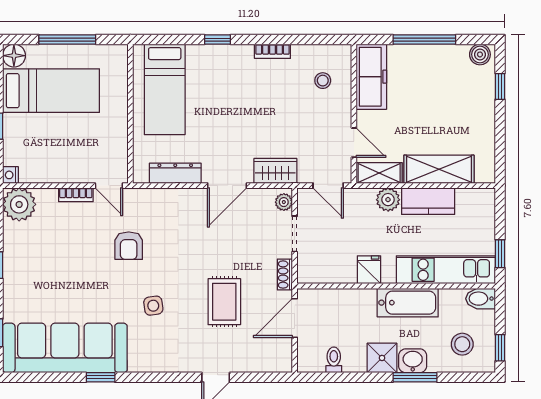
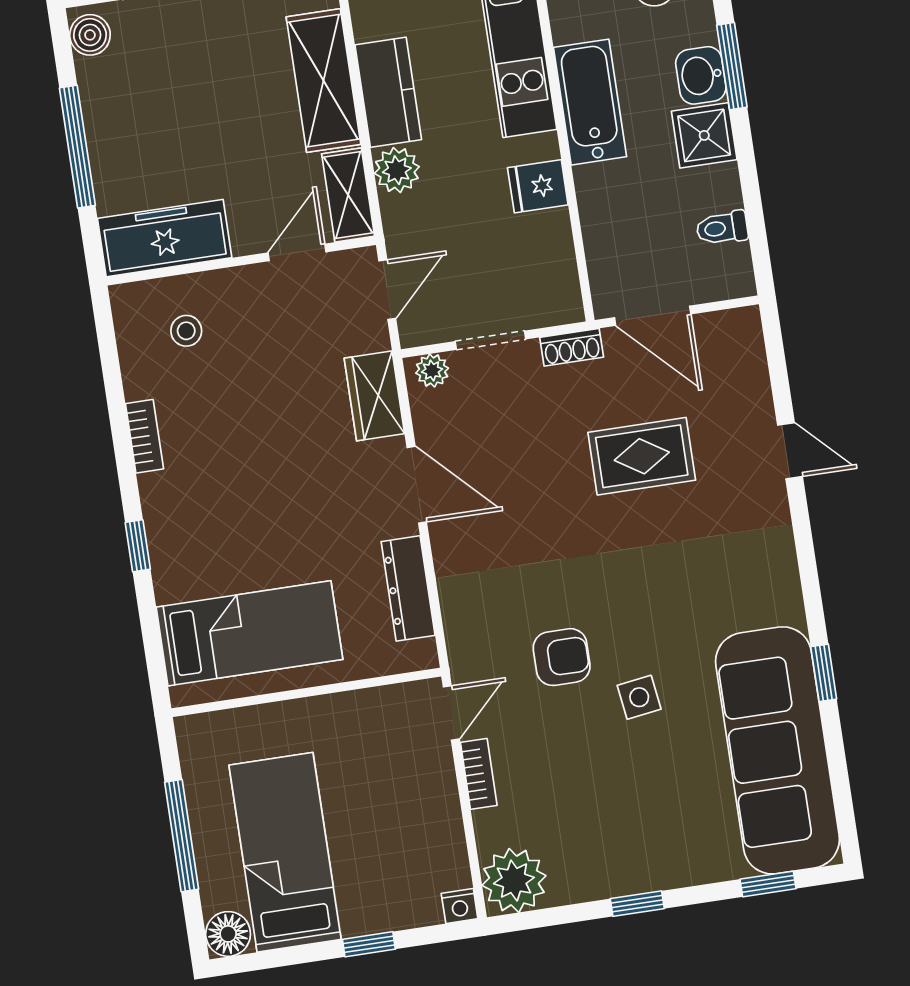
side table: (153, 306) -> (639, 697), moved

